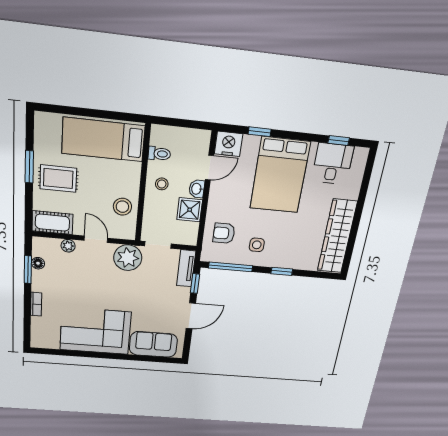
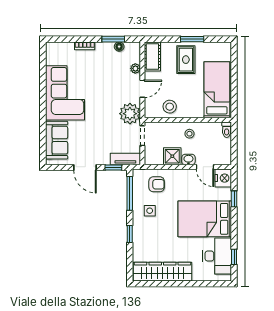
toilet: (159, 154) -> (227, 130), moved
desk: (333, 164) -> (217, 256), width x1.37
armchair: (224, 233) -> (157, 184), turned 90

